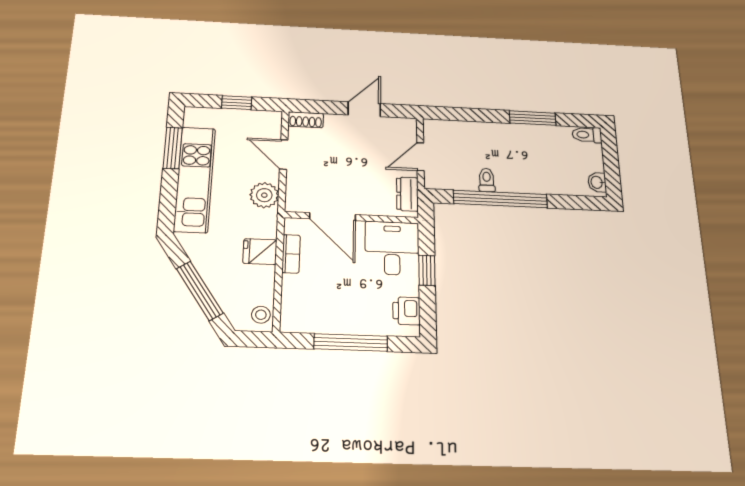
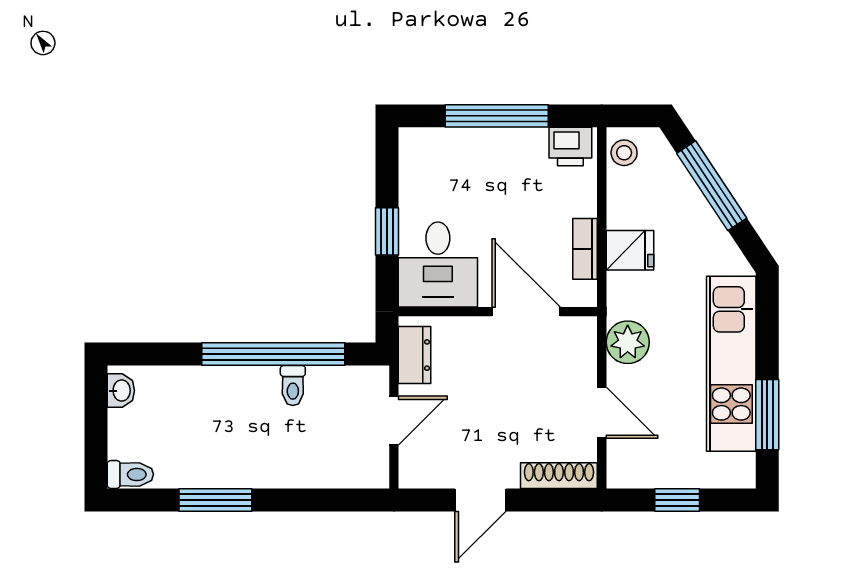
shoe rack: (306, 120) -> (559, 476), width x1.43
printer: (406, 311) -> (570, 147), moved, turned 90

